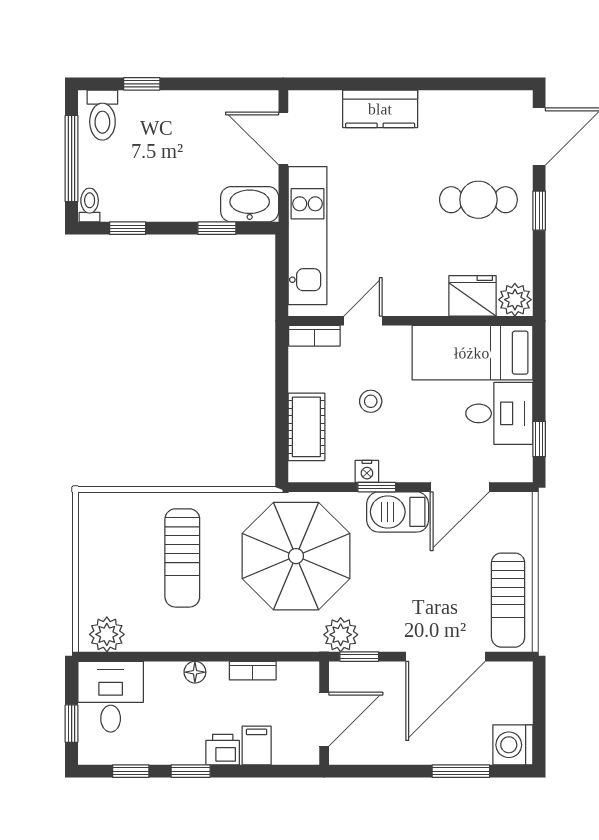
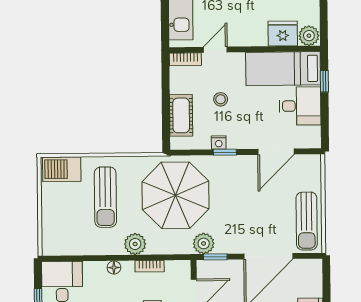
window: (539, 439) -> (324, 81), moved
barbecue: (398, 512) -> (62, 169), moved
plant: (107, 634) -> (135, 244), moved

